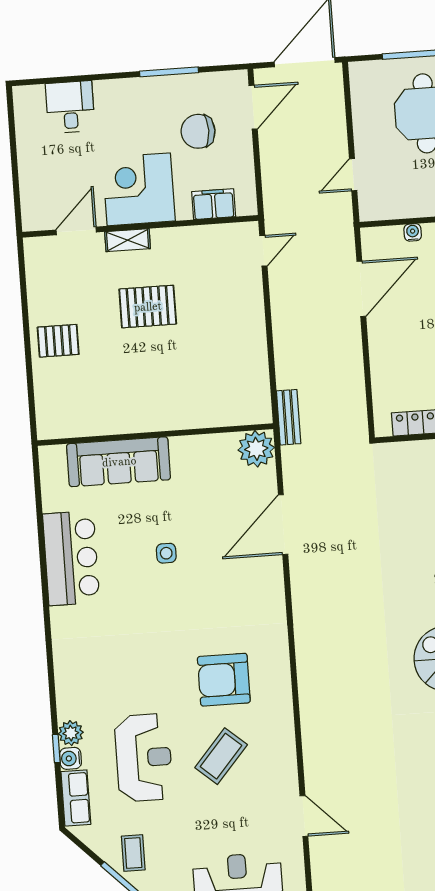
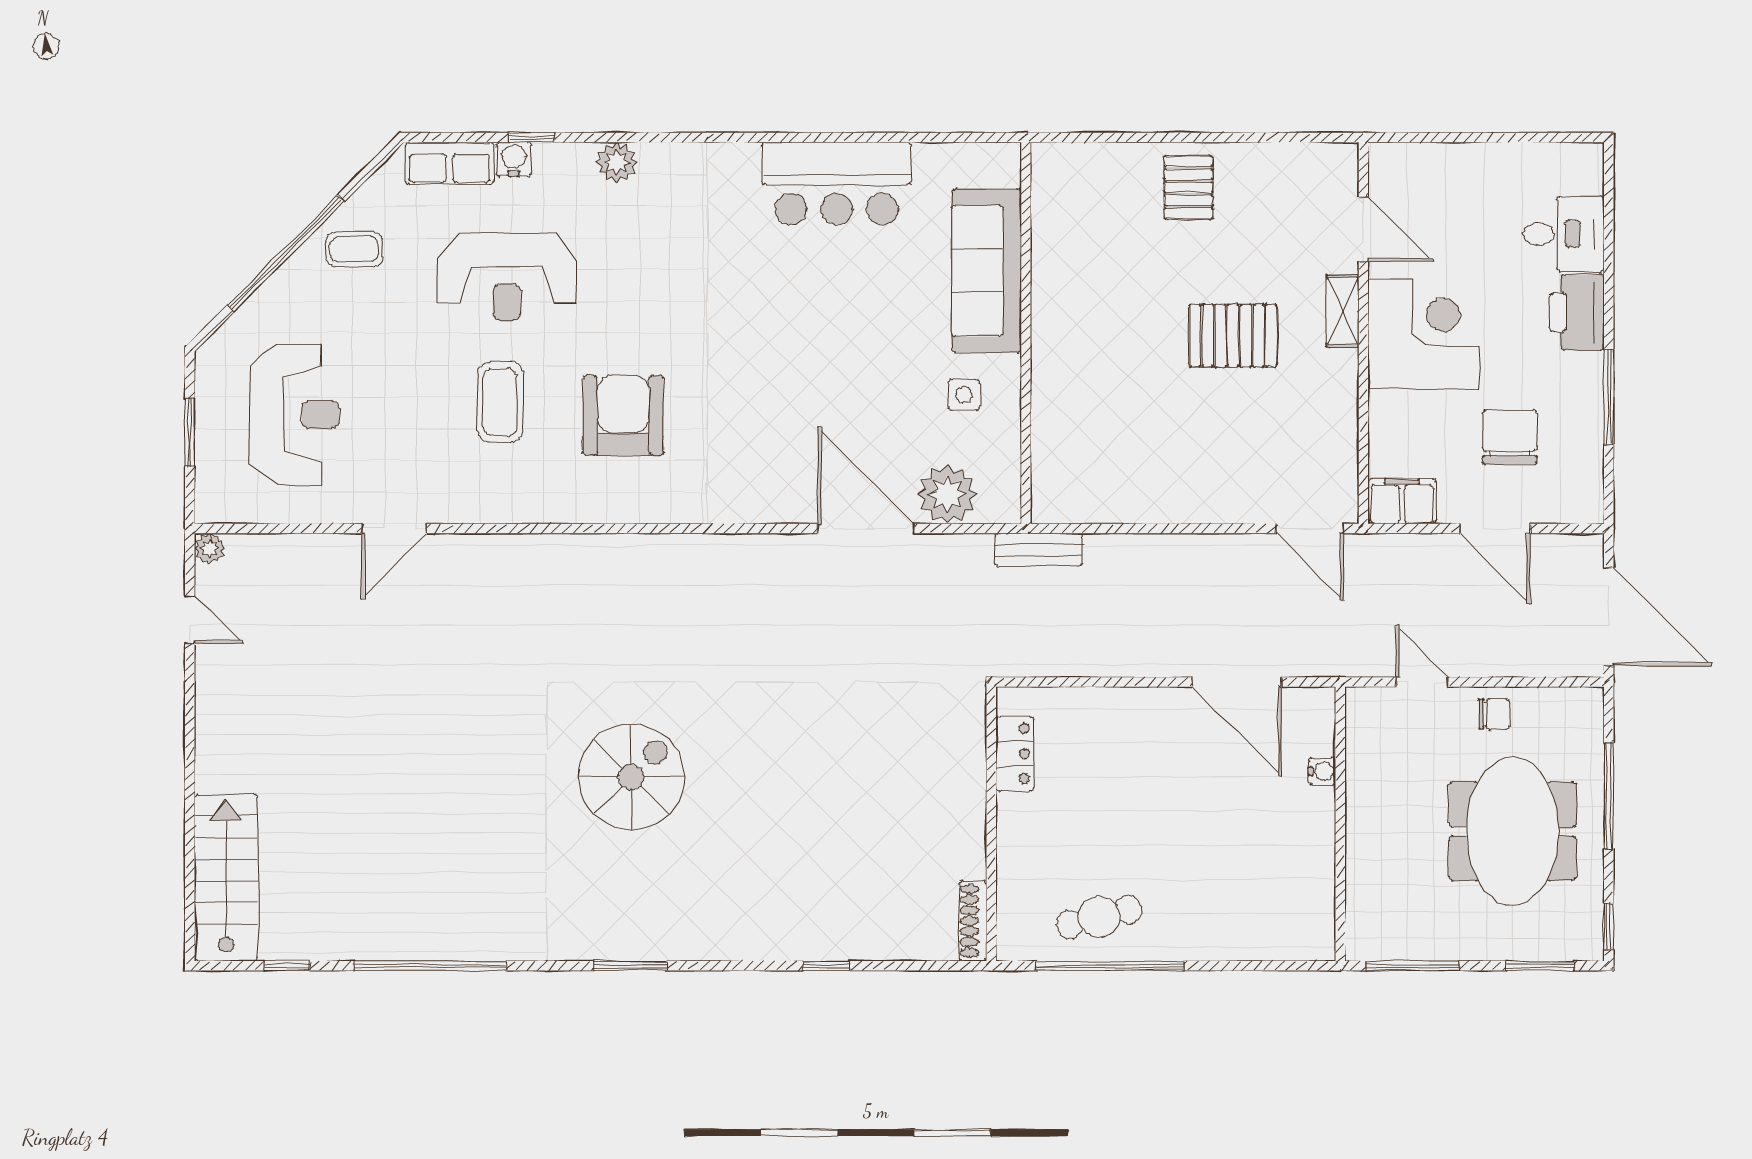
printer: (118, 95) -> (1577, 312), added
door: (253, 107) -> (1495, 529), moved
chair: (370, 129) -> (1494, 714), added
filing cabinet: (214, 204) -> (1402, 501), moved, turned -90
door: (263, 251) -> (1310, 529), width x1.38
pallet: (148, 307) -> (1233, 336), turned 90
plant: (256, 449) -> (947, 494), moved
side table: (166, 553) -> (964, 395), moved
plant: (71, 733) -> (617, 162), moved
coffee table: (221, 756) -> (500, 402), turned 49

